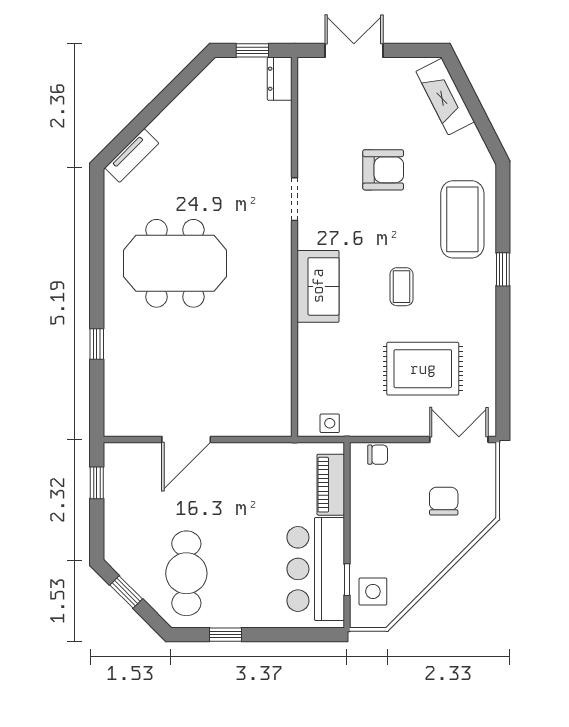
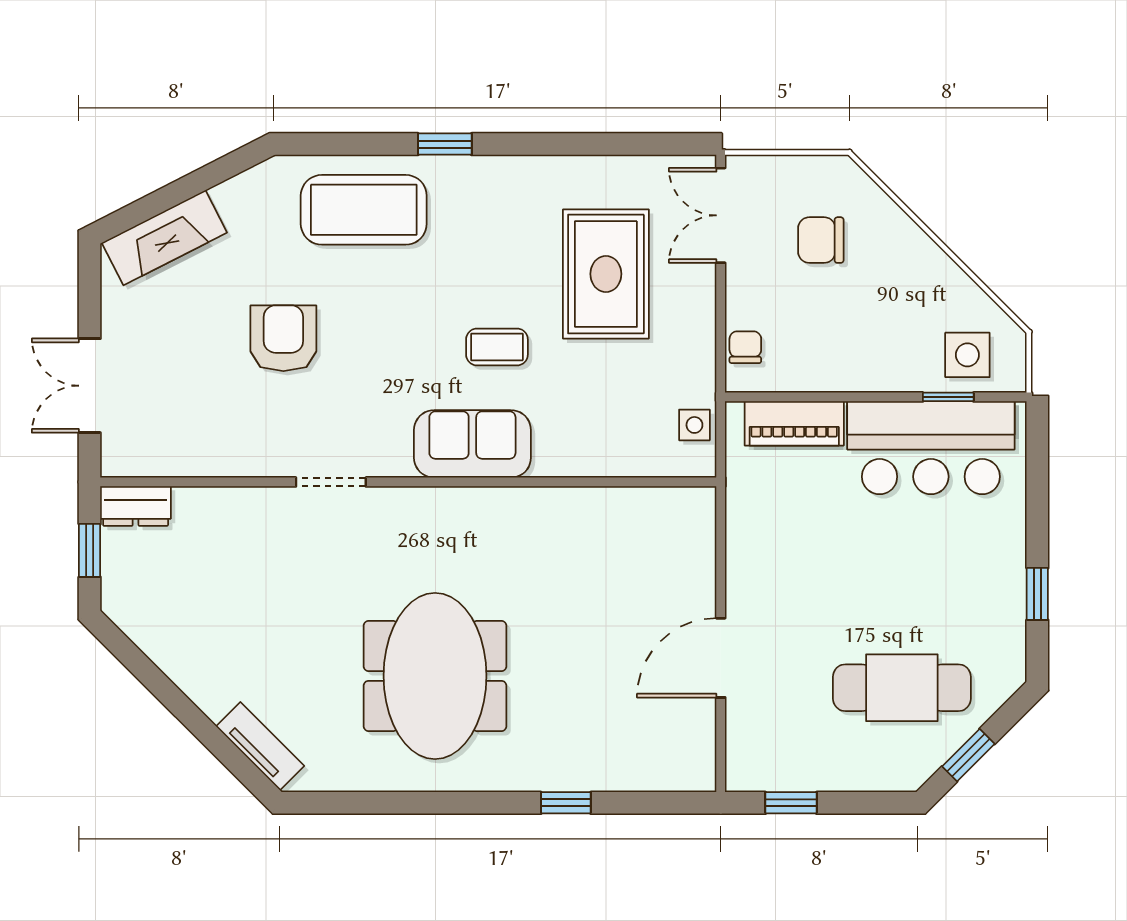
coffee table: (401, 287) -> (497, 347), moved
door: (186, 439) -> (721, 658), swing flipped
cafe table: (186, 573) -> (902, 688), moved

